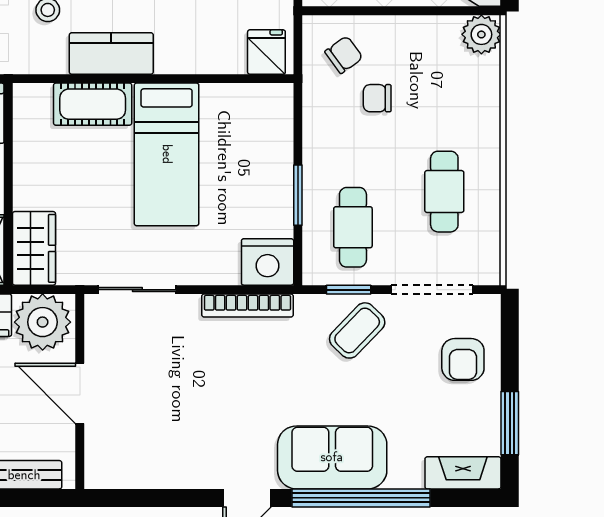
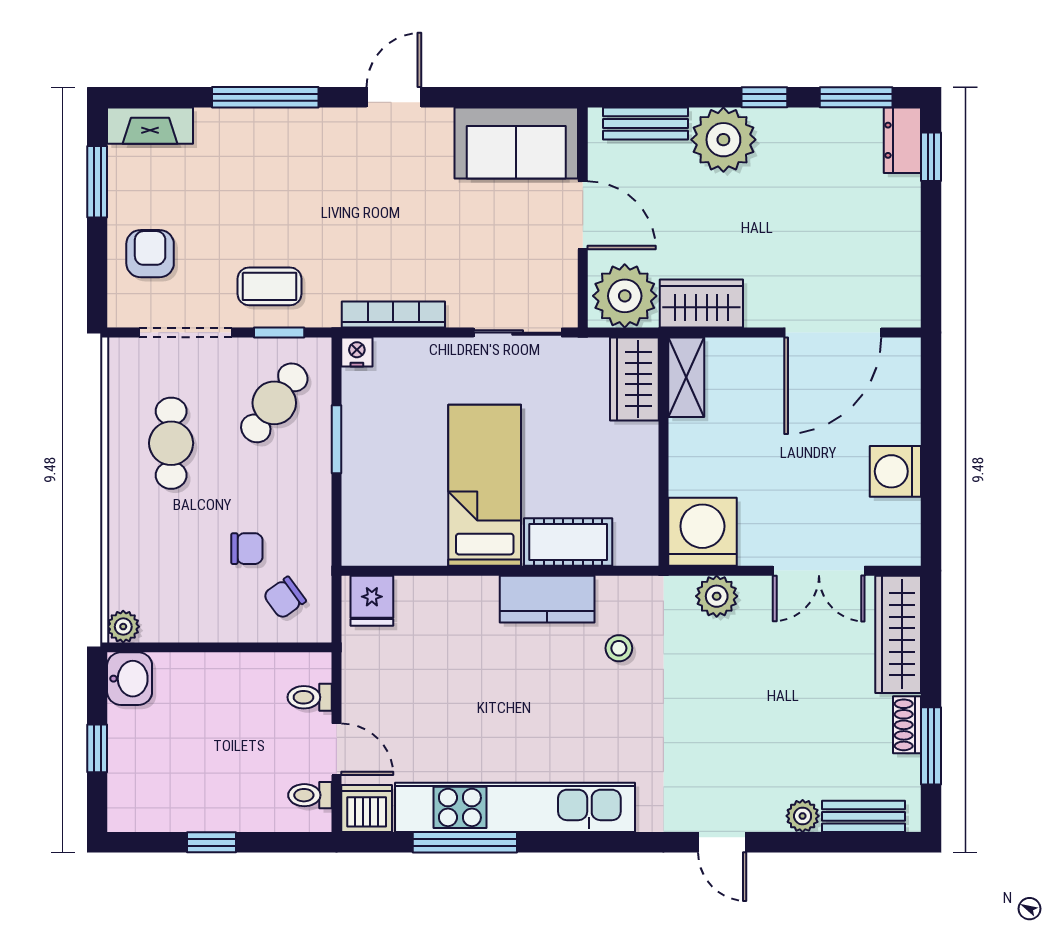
plant: (481, 34) -> (123, 627), width x0.73, depth x0.73
cafe table: (353, 227) -> (274, 403), turned 36
nightstand: (268, 262) -> (357, 352), width x0.53, depth x0.56
coffee table: (357, 330) -> (270, 286), turned 46
sofa: (332, 457) -> (516, 143), moved
window: (361, 498) -> (265, 97), width x0.68

